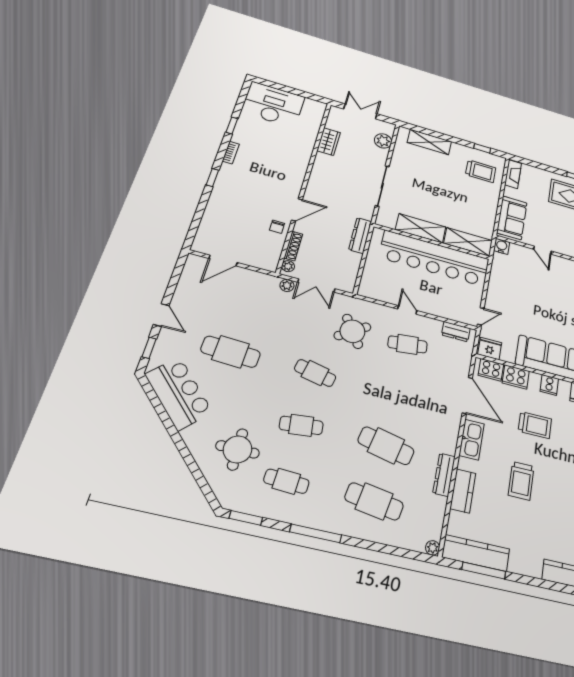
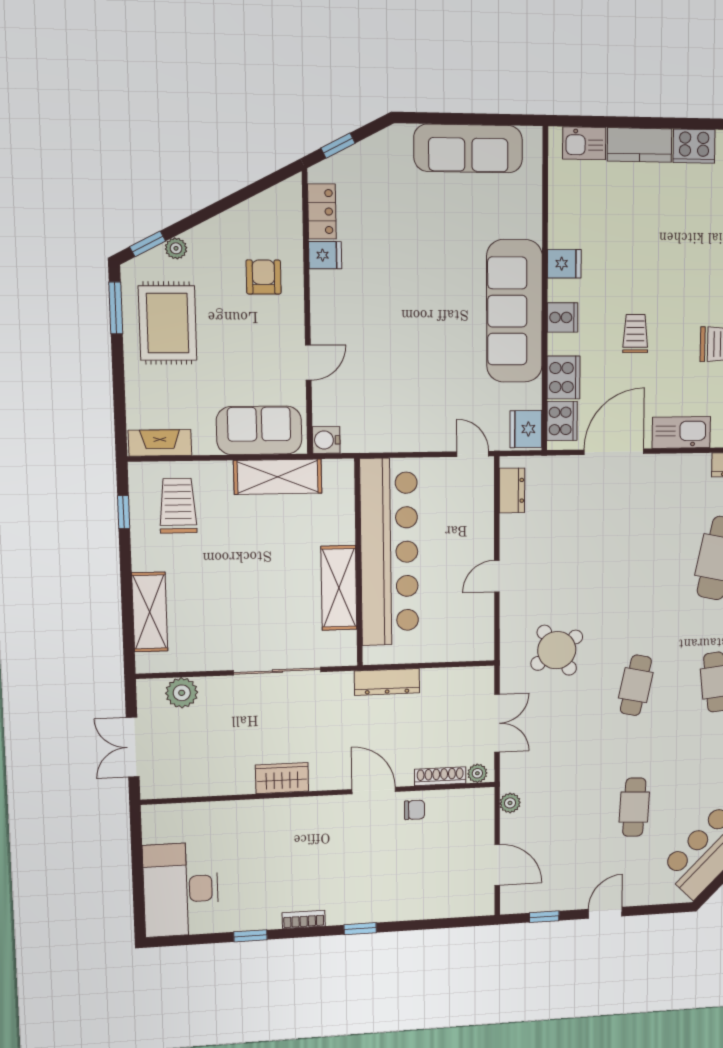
wardrobe: (329, 142) -> (282, 778), moved
shelving: (468, 242) -> (278, 477), moved, turned 90
plant: (287, 285) -> (510, 803), moved
cafe table: (407, 344) -> (555, 562), removed
window: (149, 348) -> (544, 917), moved
cafe table: (231, 352) -> (634, 807), width x0.73, depth x0.74
trolley: (535, 425) -> (635, 334), width x0.73, depth x0.72

